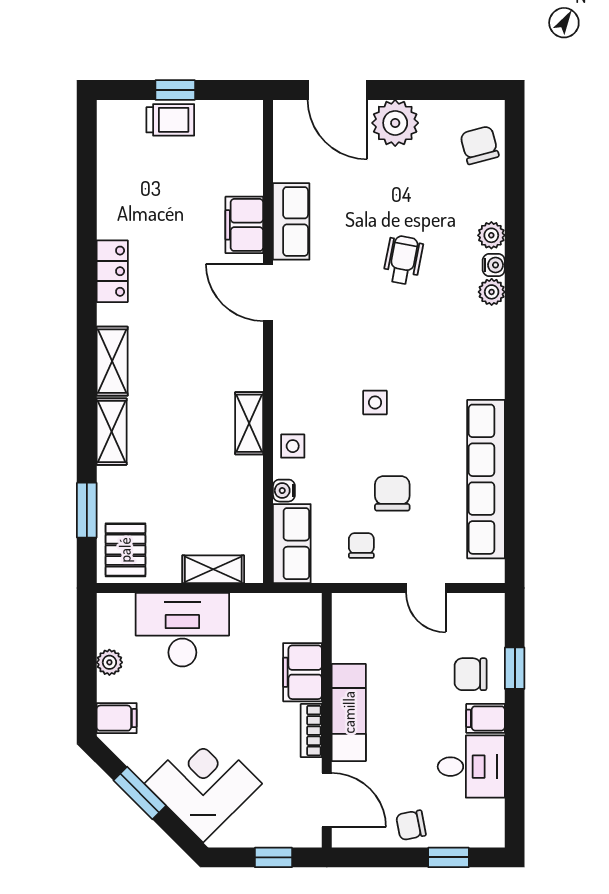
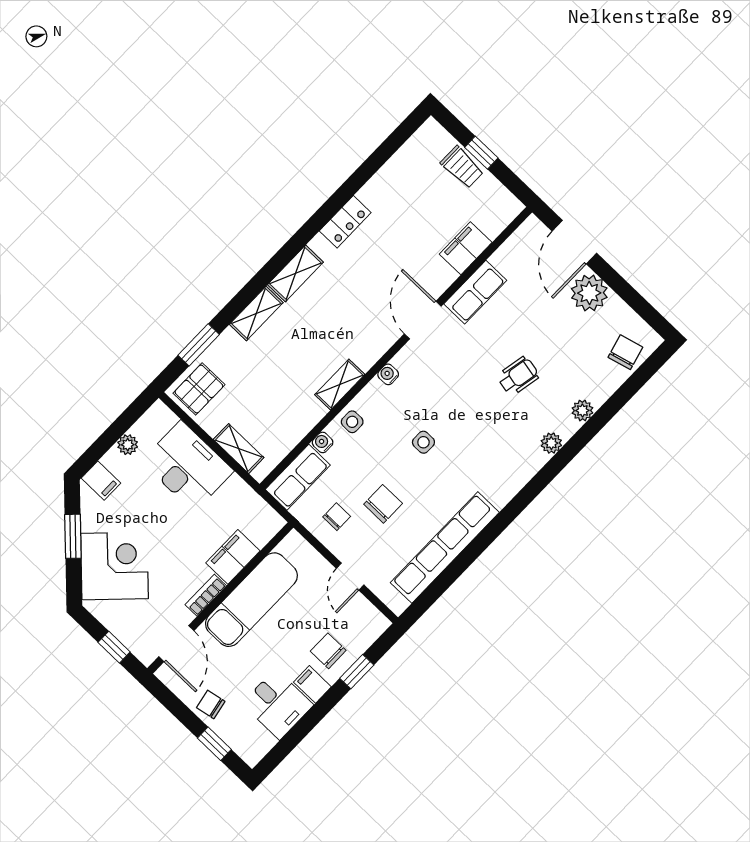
filing cabinet: (244, 225) -> (466, 248), moved
water cooler: (494, 265) -> (388, 374), moved, turned 180
exam couch: (349, 712) -> (251, 600), width x1.36, depth x1.45

